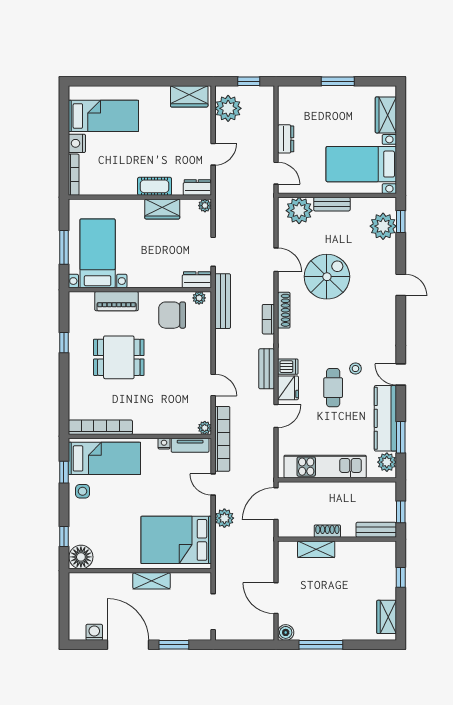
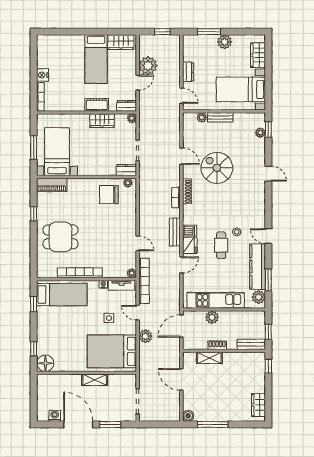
window: (338, 81) -> (209, 32), moved
plant: (338, 96) -> (225, 42), added
plant: (228, 108) -> (148, 66), moved
bed: (103, 116) -> (96, 59), moved, turned 90
plant: (299, 211) -> (202, 117), width x0.53, depth x0.53
plant: (383, 226) -> (260, 133), width x0.53, depth x0.53
spiral stairs: (327, 277) -> (217, 168), turned -90
piano: (117, 301) -> (52, 185), moved
bench: (223, 301) -> (144, 185), removed
dining table: (119, 357) -> (60, 237), moved
bookcase: (100, 427) -> (80, 273), moved
side table: (83, 491) -> (109, 318), moved
plant: (320, 491) -> (212, 317), added
window: (401, 577) -> (268, 366), moved
door: (276, 598) -> (181, 379), moved

